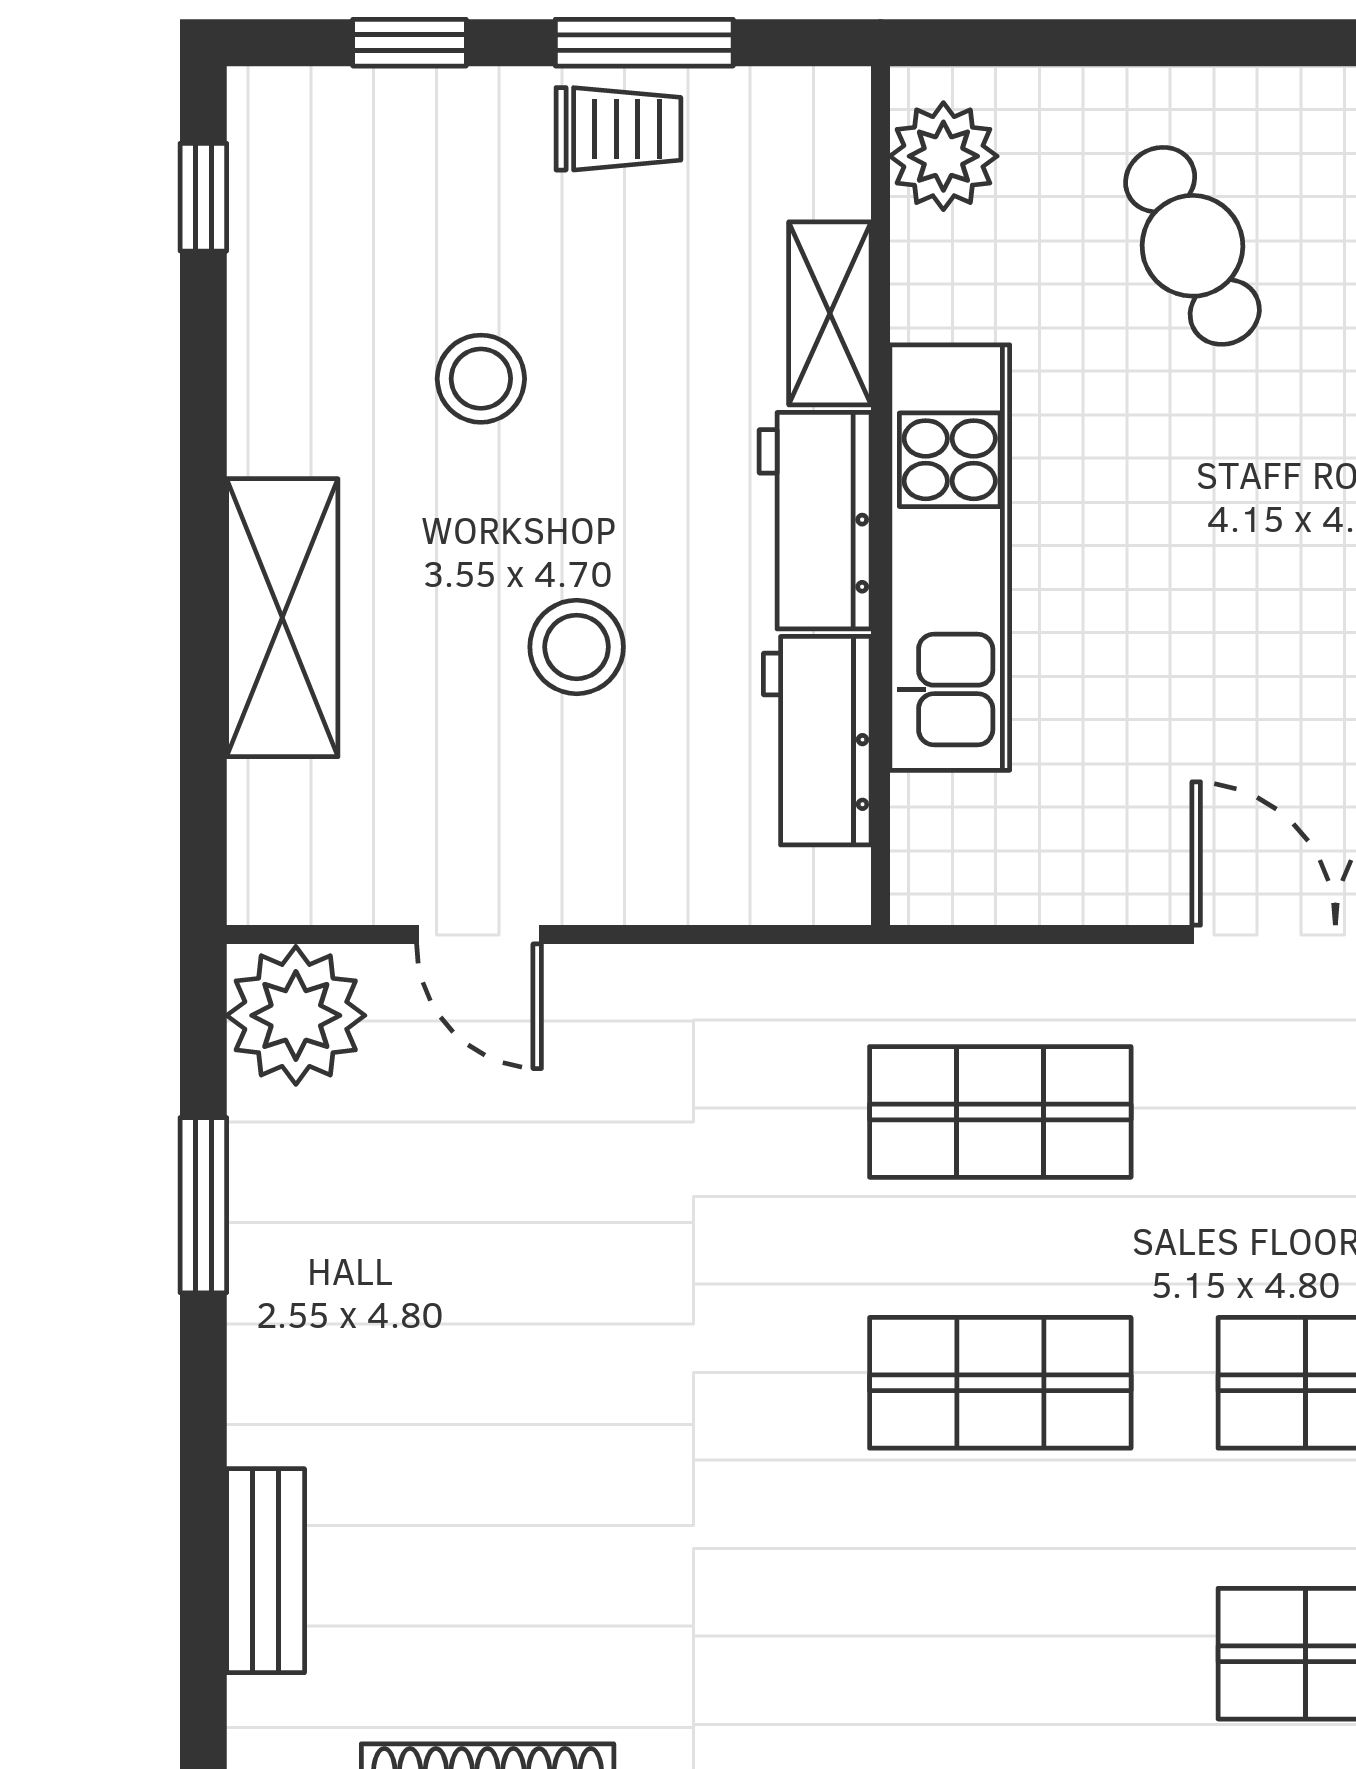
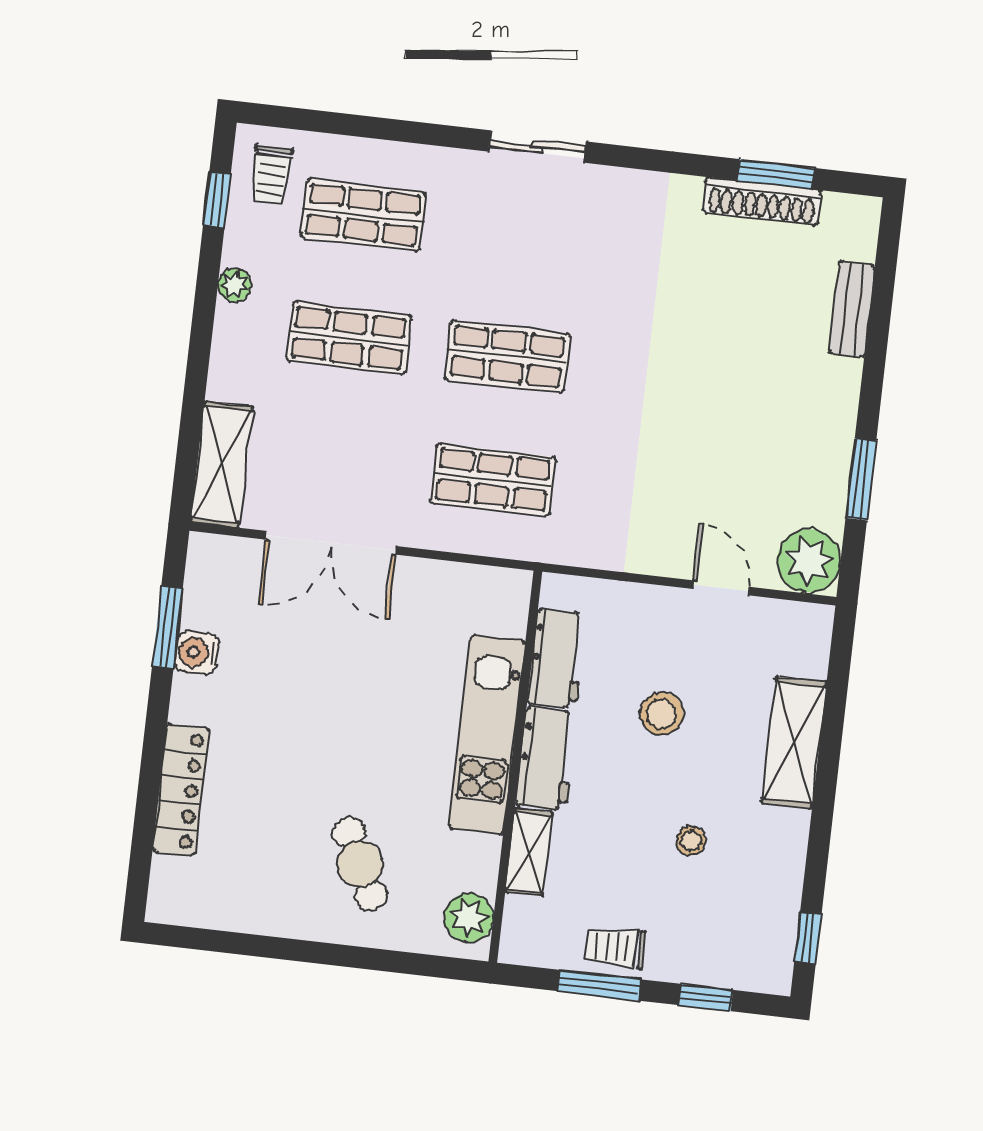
stool: (481, 379) -> (691, 841), width x0.73, depth x0.73

